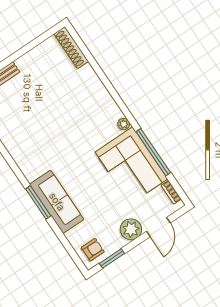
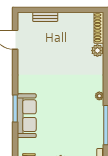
plant: (87, 74) -> (97, 51), added
corner sofa: (131, 165) -> (87, 124), removed

